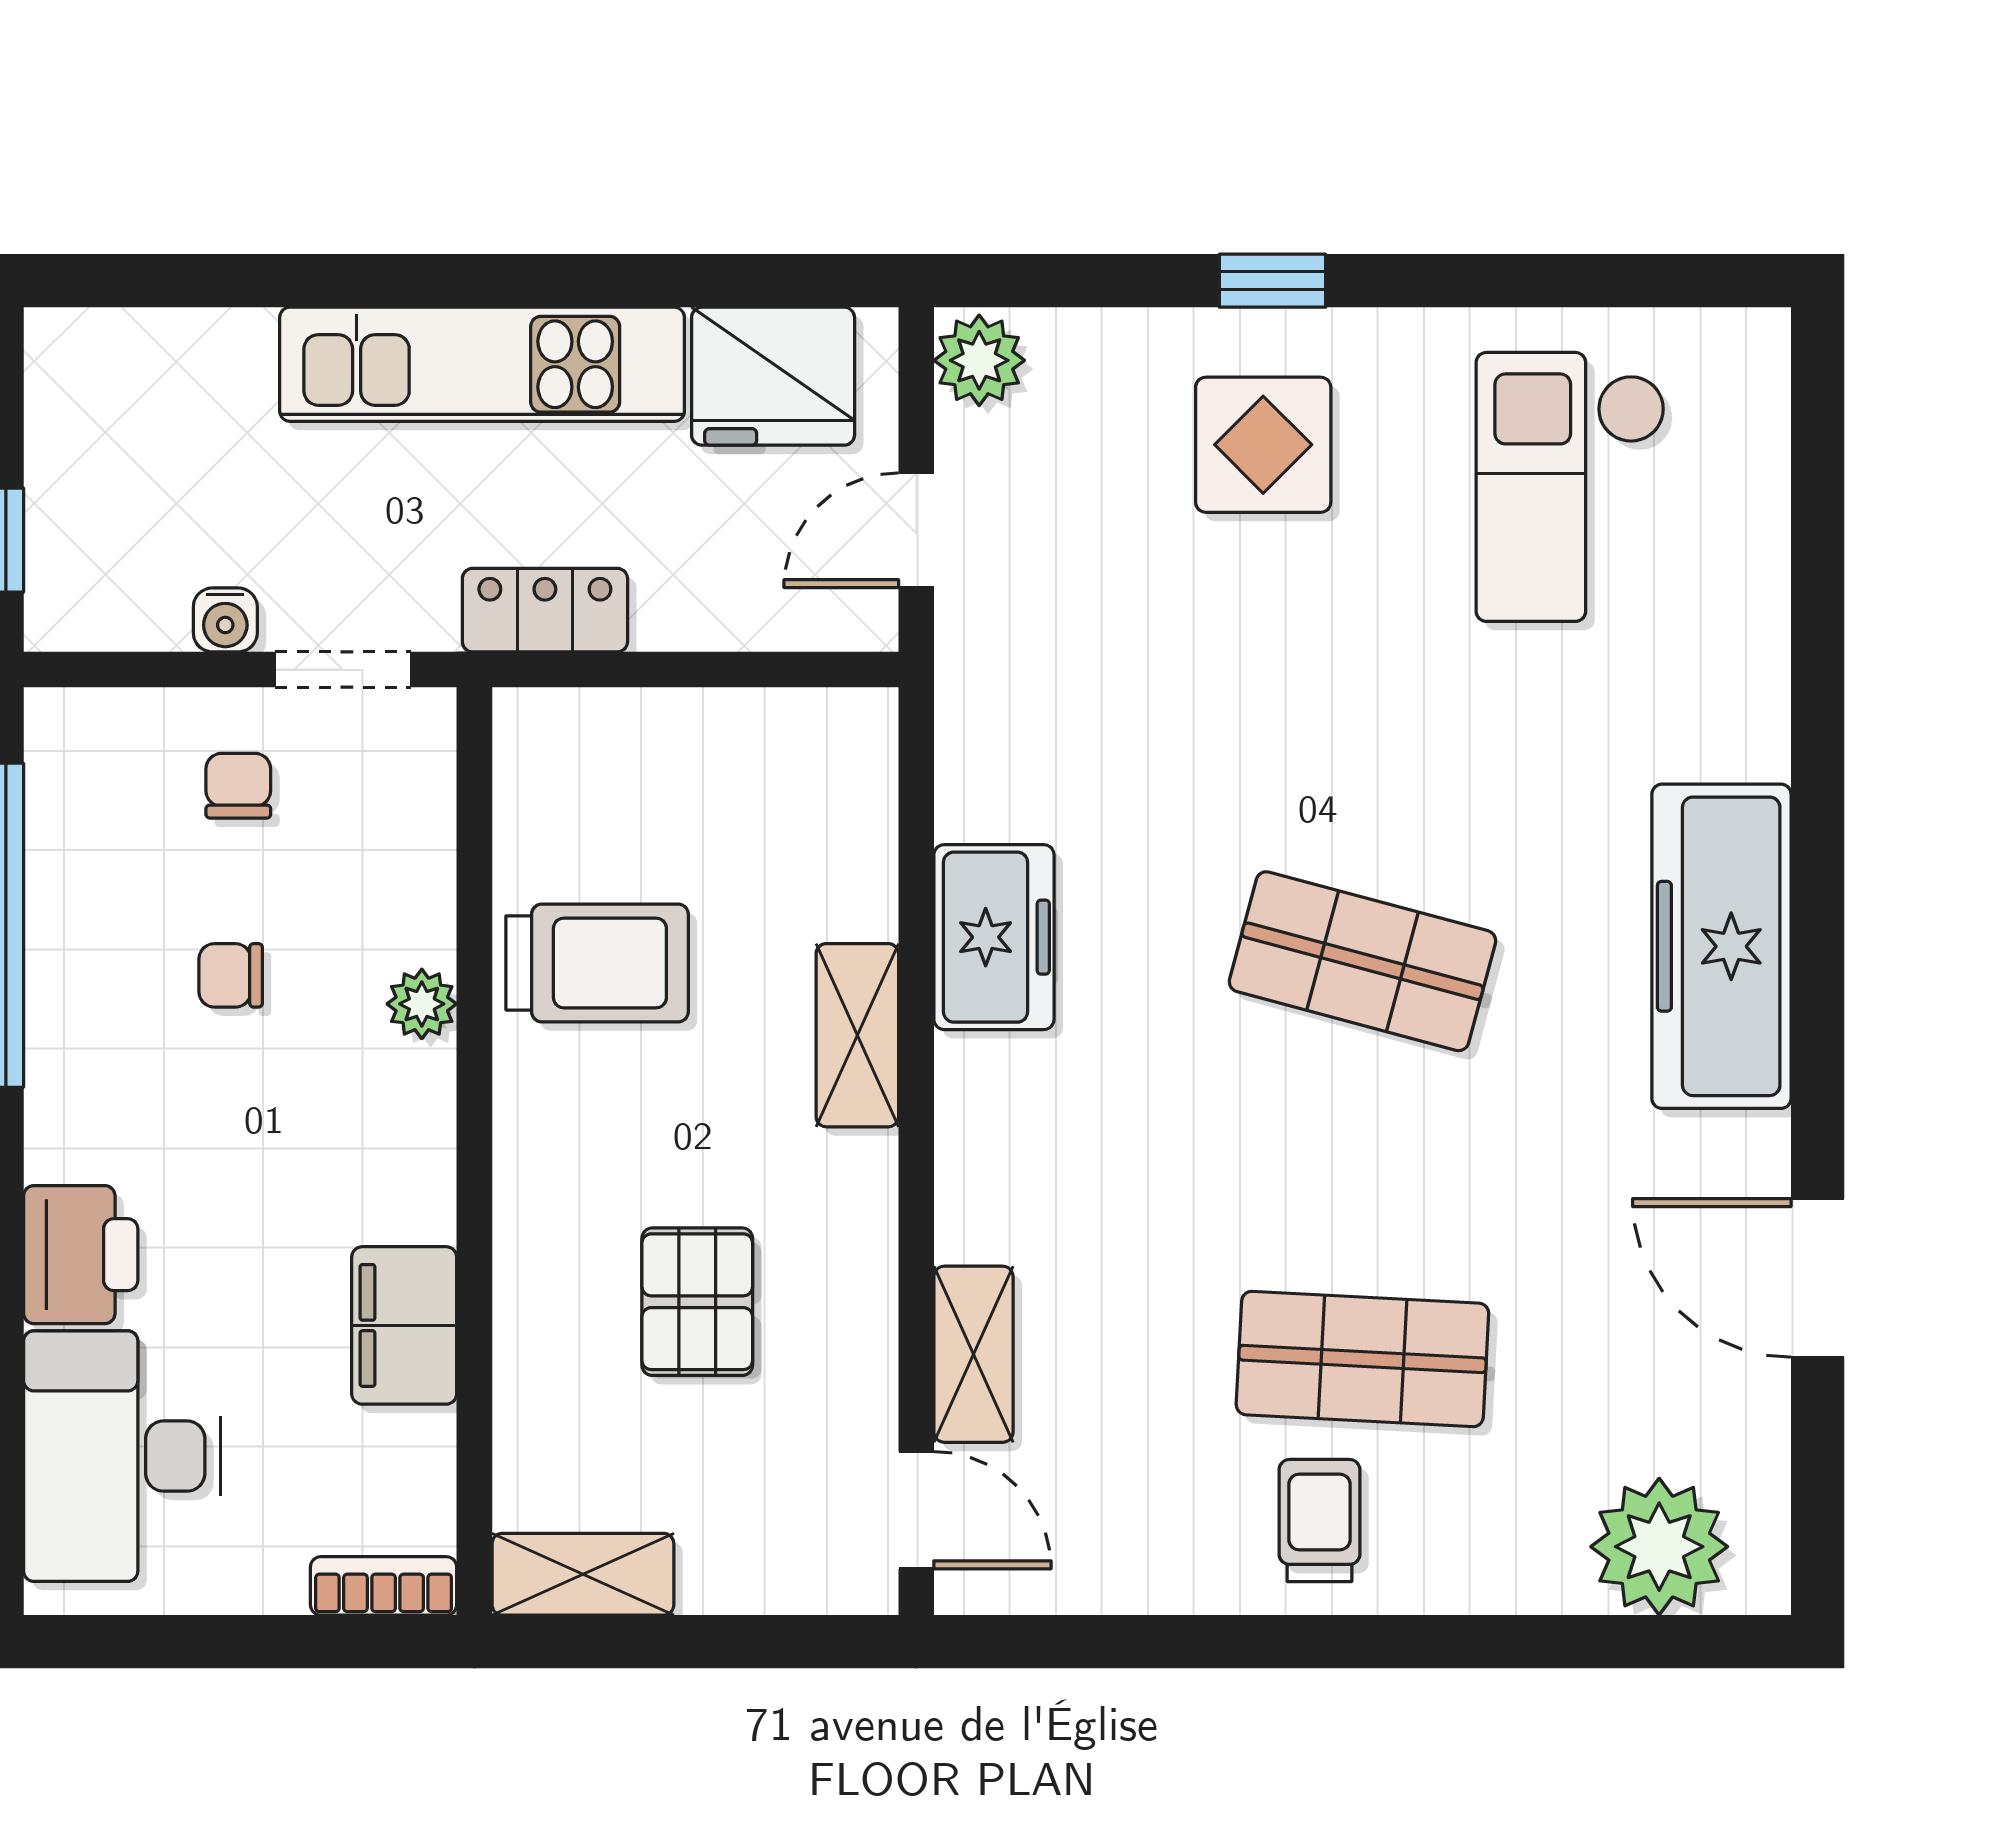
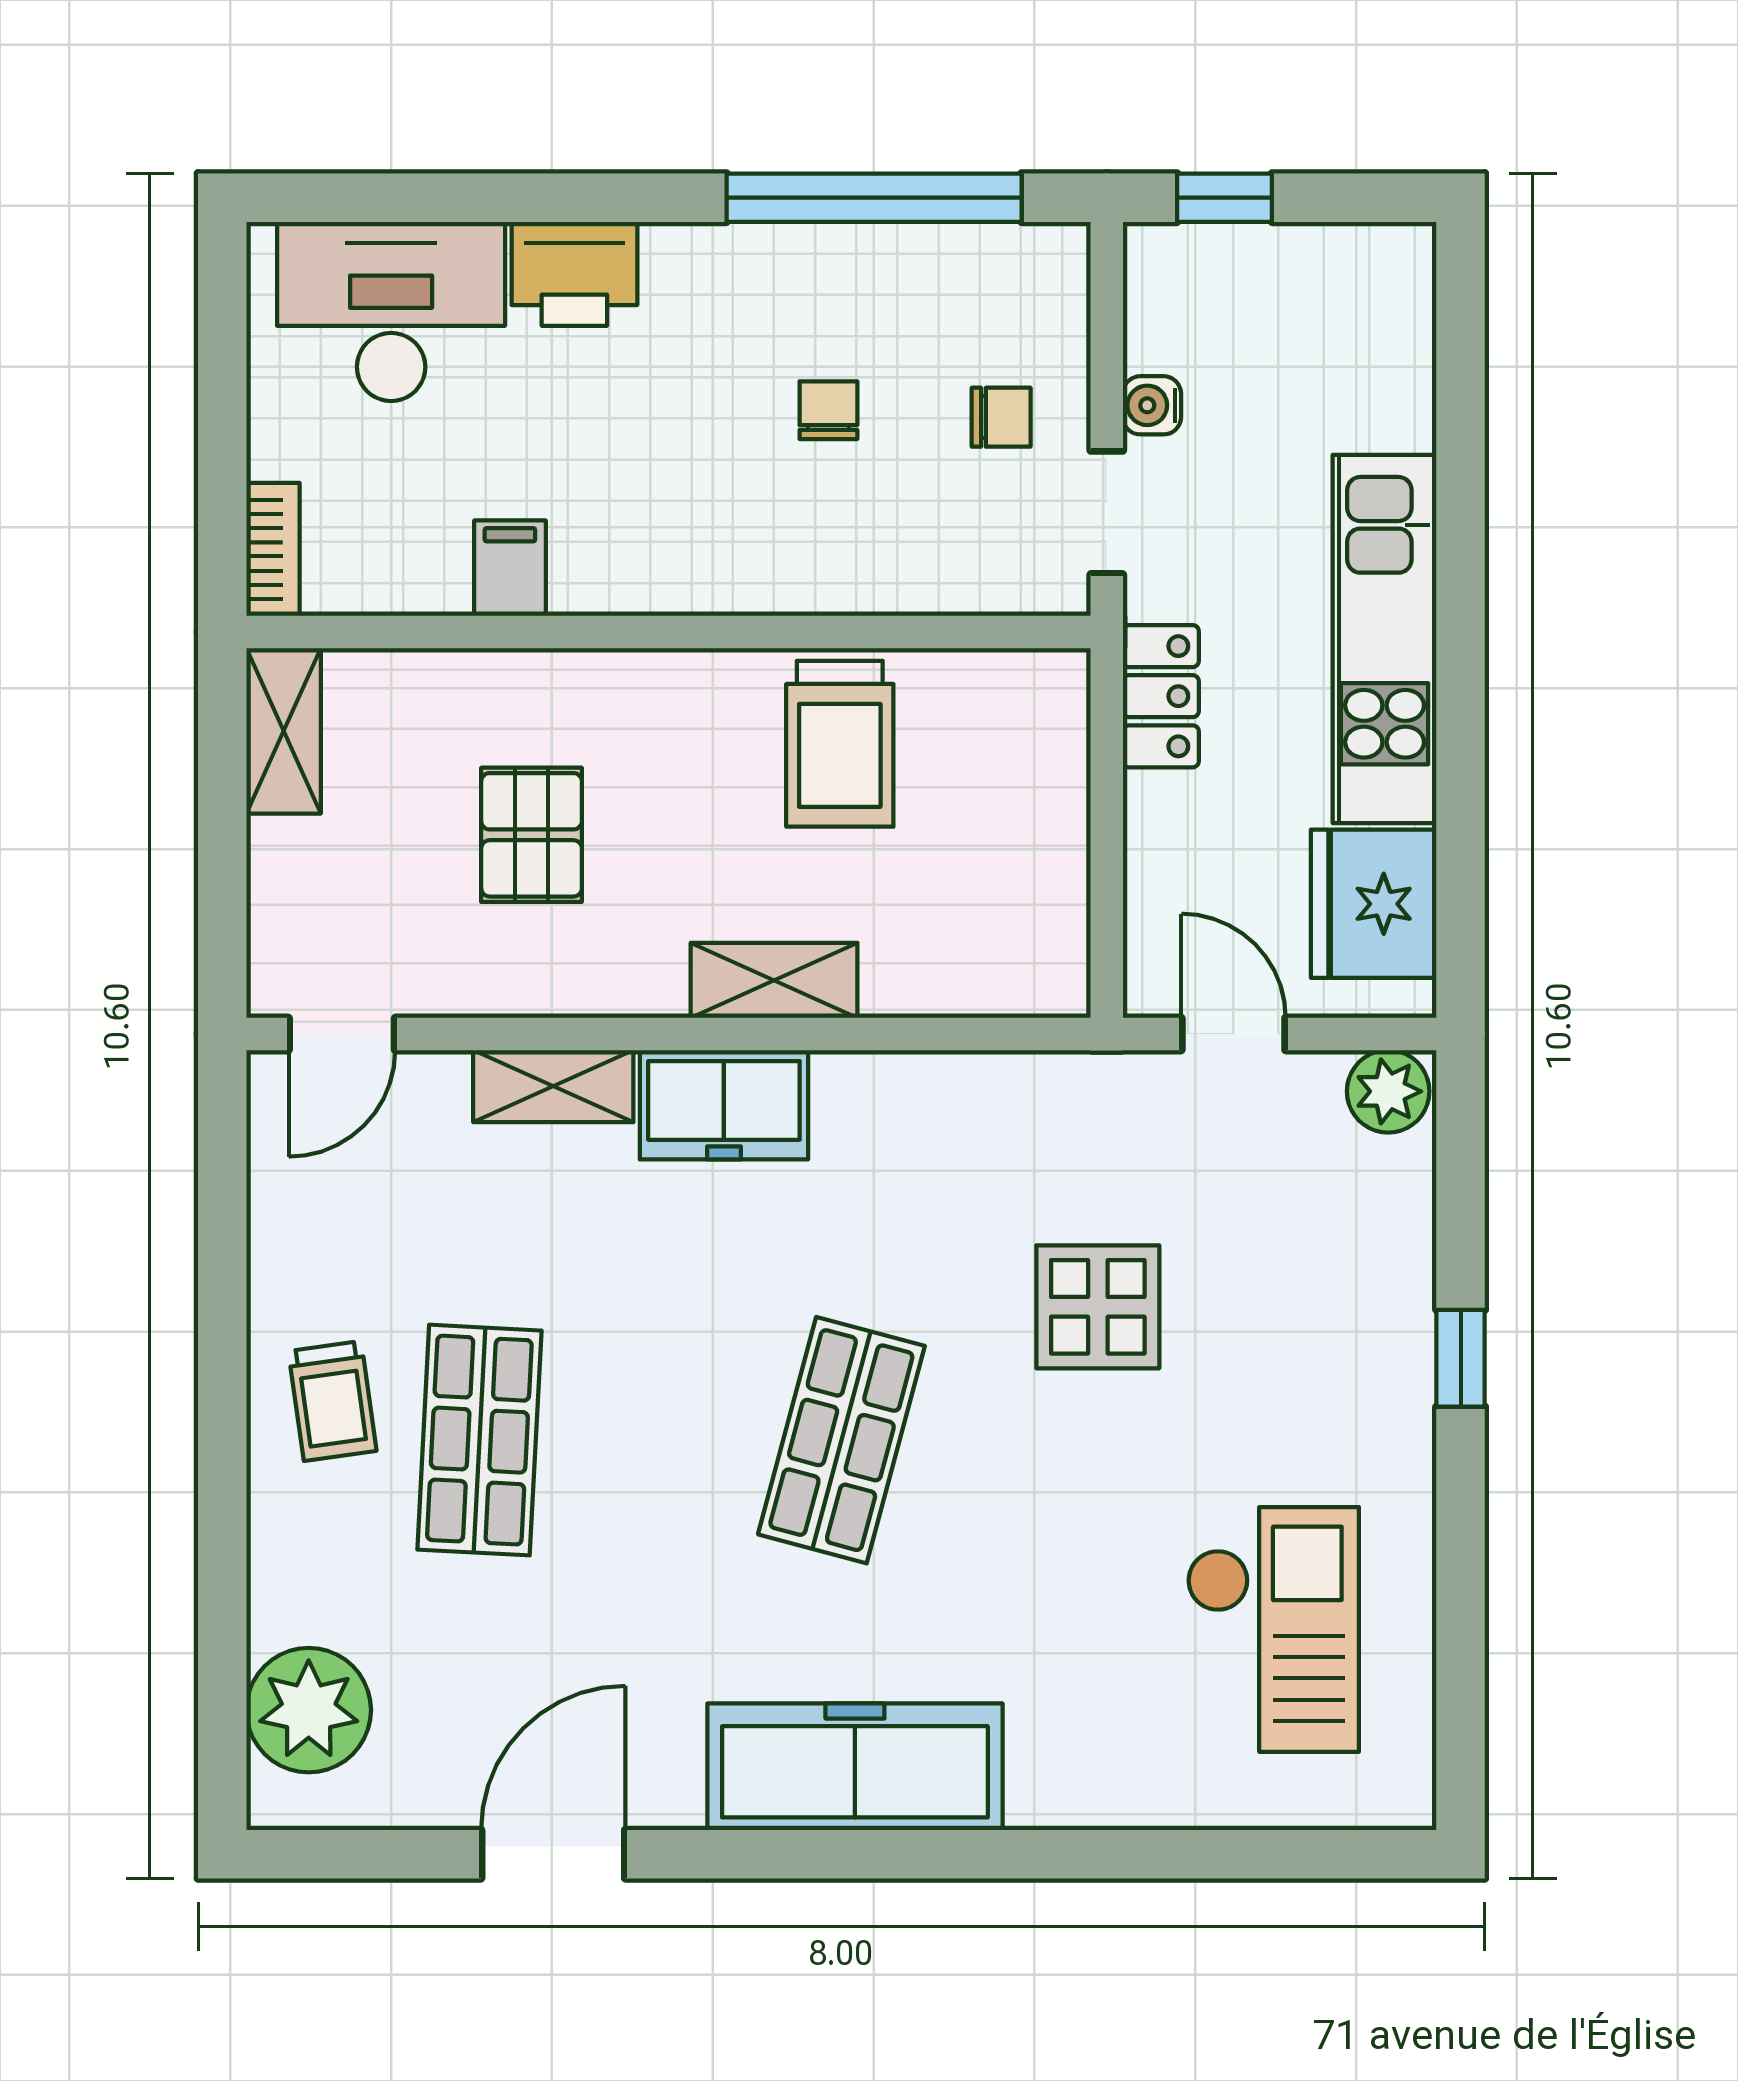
display table: (1263, 445) -> (1098, 1307), moved
checkout: (1571, 487) -> (1273, 1629), turned 90
freezer: (994, 937) -> (724, 1105), moved
plant: (422, 1004) -> (802, 584), removed
pallet: (697, 1302) -> (532, 835), turned 90
filing cabinet: (404, 1325) -> (510, 568), width x0.50
shelving: (973, 1354) -> (553, 1086), moved
trolley: (1319, 1521) -> (332, 1401), turned 82

